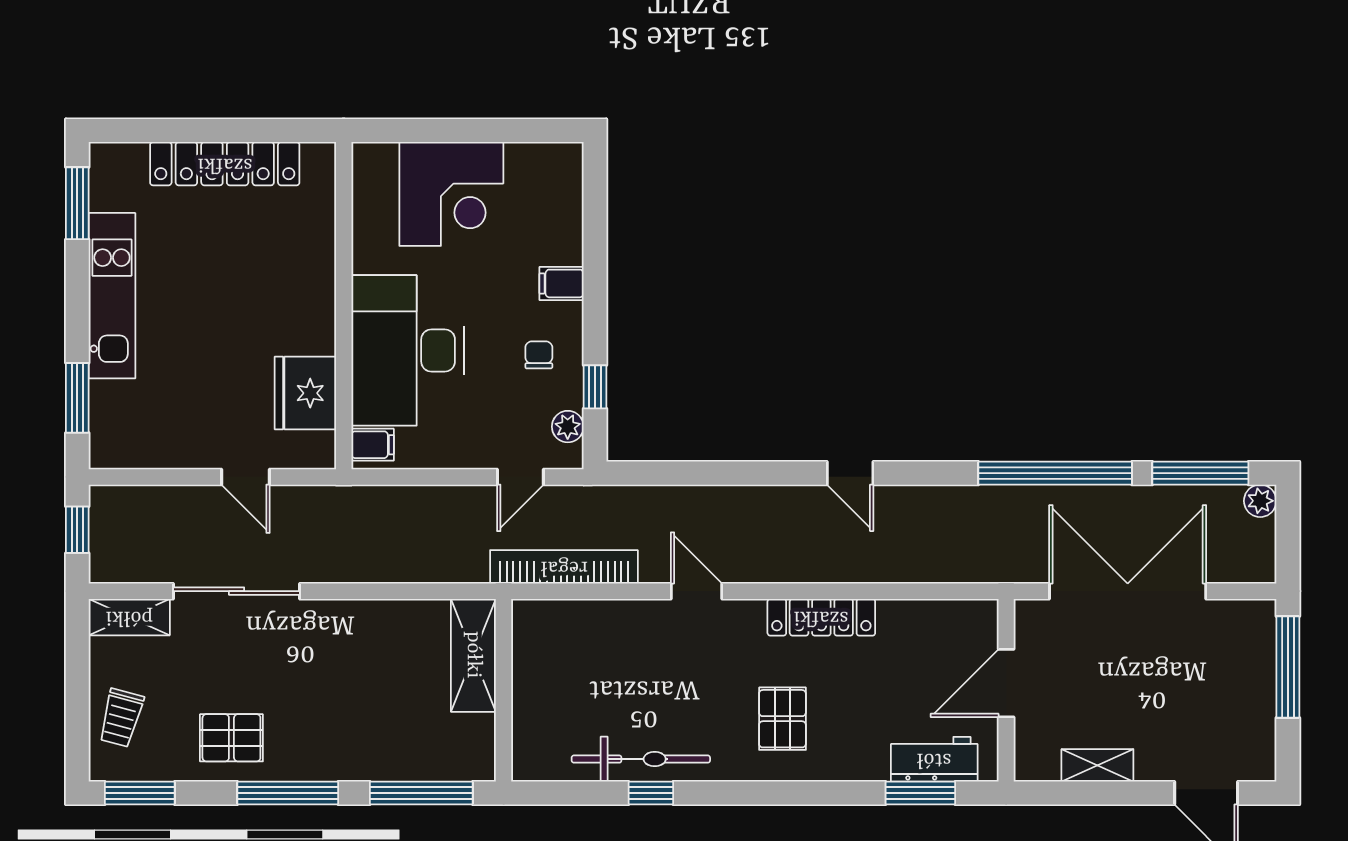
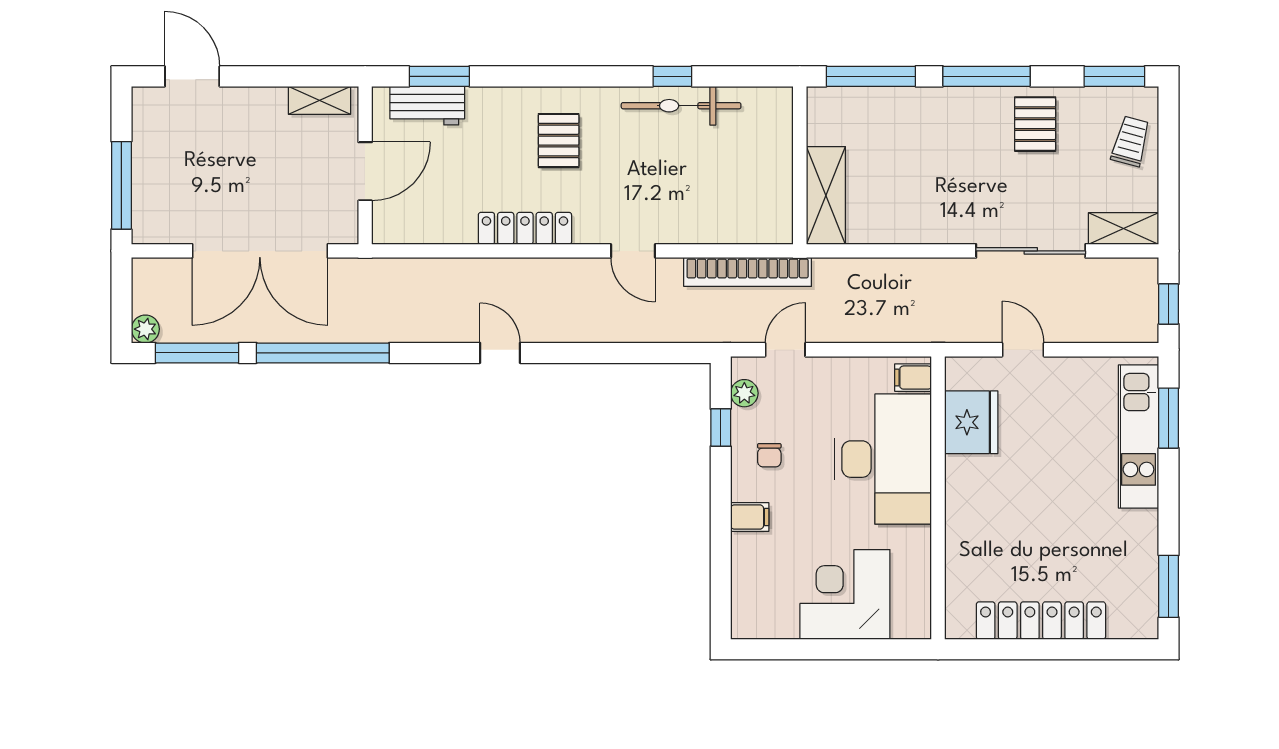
kitchen unit: (112, 296) -> (1138, 437), moved
pallet: (231, 738) -> (1035, 124), turned 90
shelving: (1097, 765) -> (319, 100), moved

